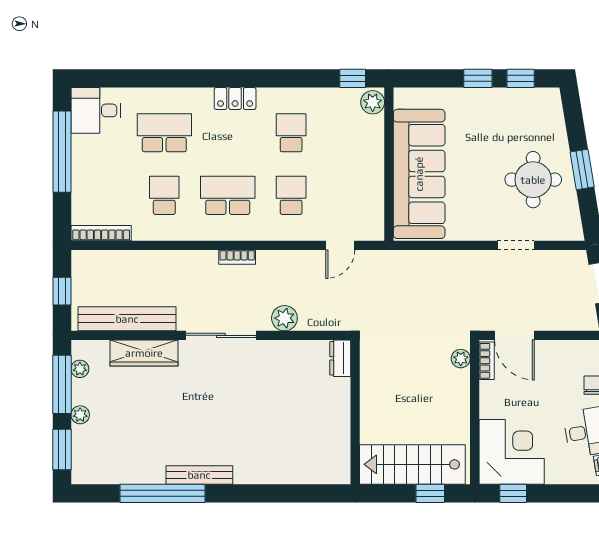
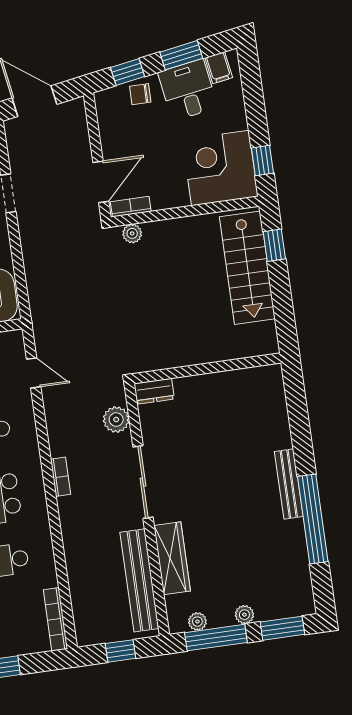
dresser: (340, 358) -> (154, 391), moved
wall: (355, 412) -> (207, 368), moved

